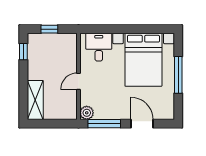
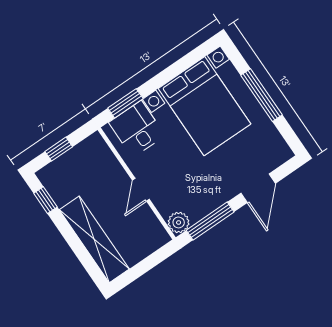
window: (102, 29) -> (125, 103), added
shelving: (35, 100) -> (94, 239), width x1.47
door: (142, 124) -> (258, 188), swing flipped

